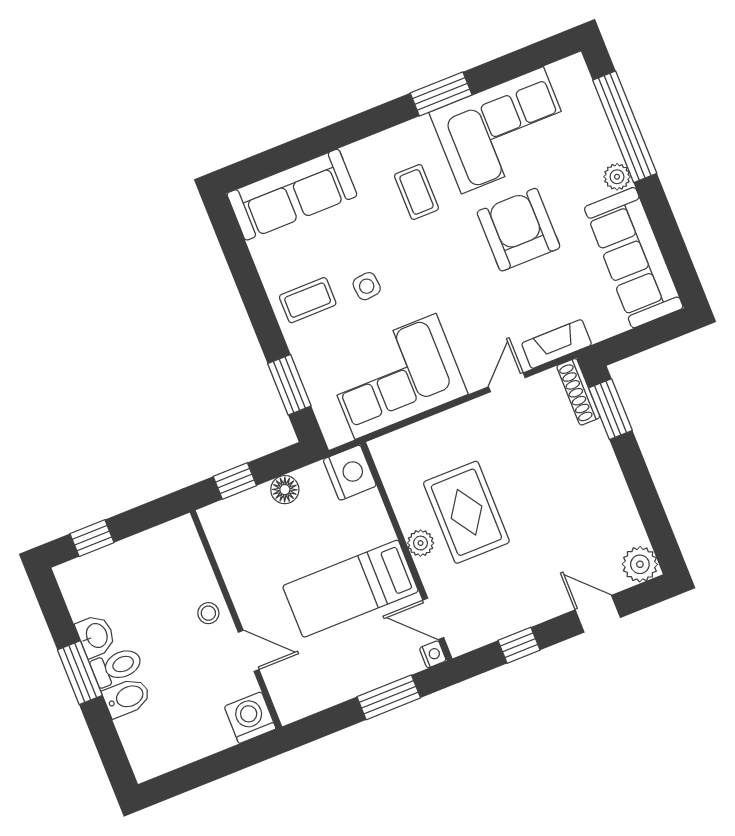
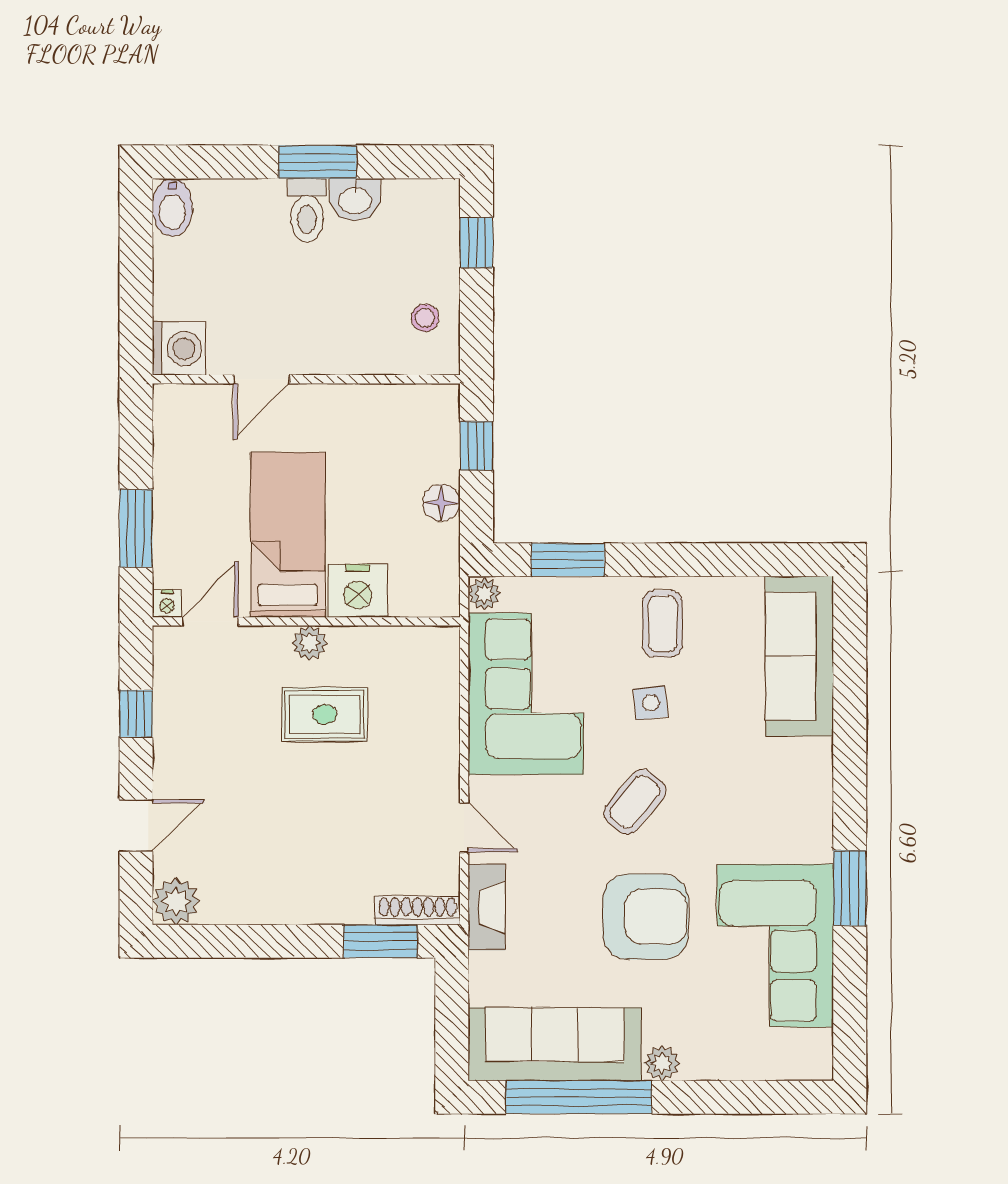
window: (625, 127) -> (579, 1097), moved
coffee table: (417, 192) -> (635, 802), moved, turned -50
plant: (337, 434) -> (484, 594), added
nightstand: (350, 473) -> (358, 591), moved
rug: (466, 512) -> (325, 714), width x0.73, depth x0.70
stool: (208, 613) -> (425, 318), moved
bidet: (127, 697) -> (172, 207), moved

